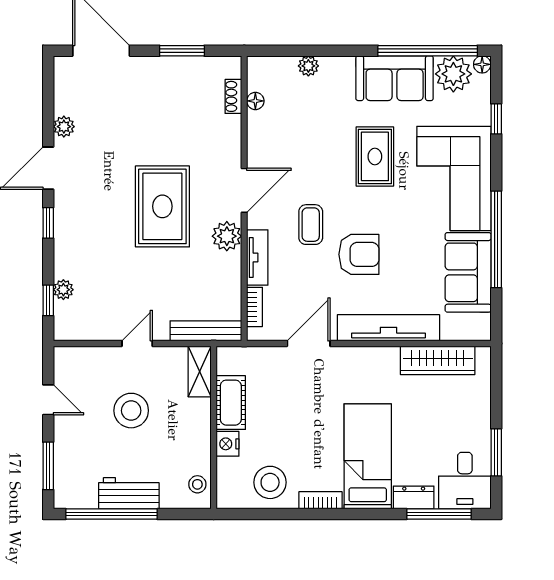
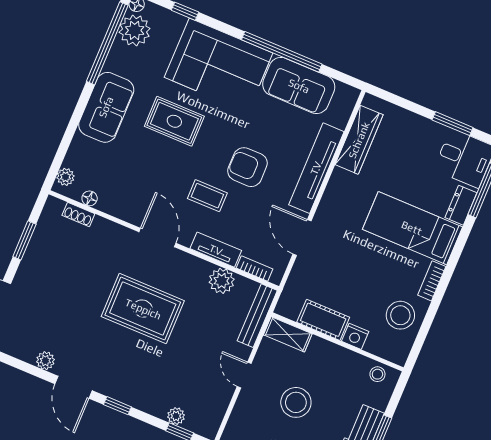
plant: (308, 66) -> (66, 177), moved
sofa: (395, 78) -> (106, 107), moved
plant: (227, 236) -> (222, 281), moved
armchair: (359, 254) -> (247, 167), turned -90

